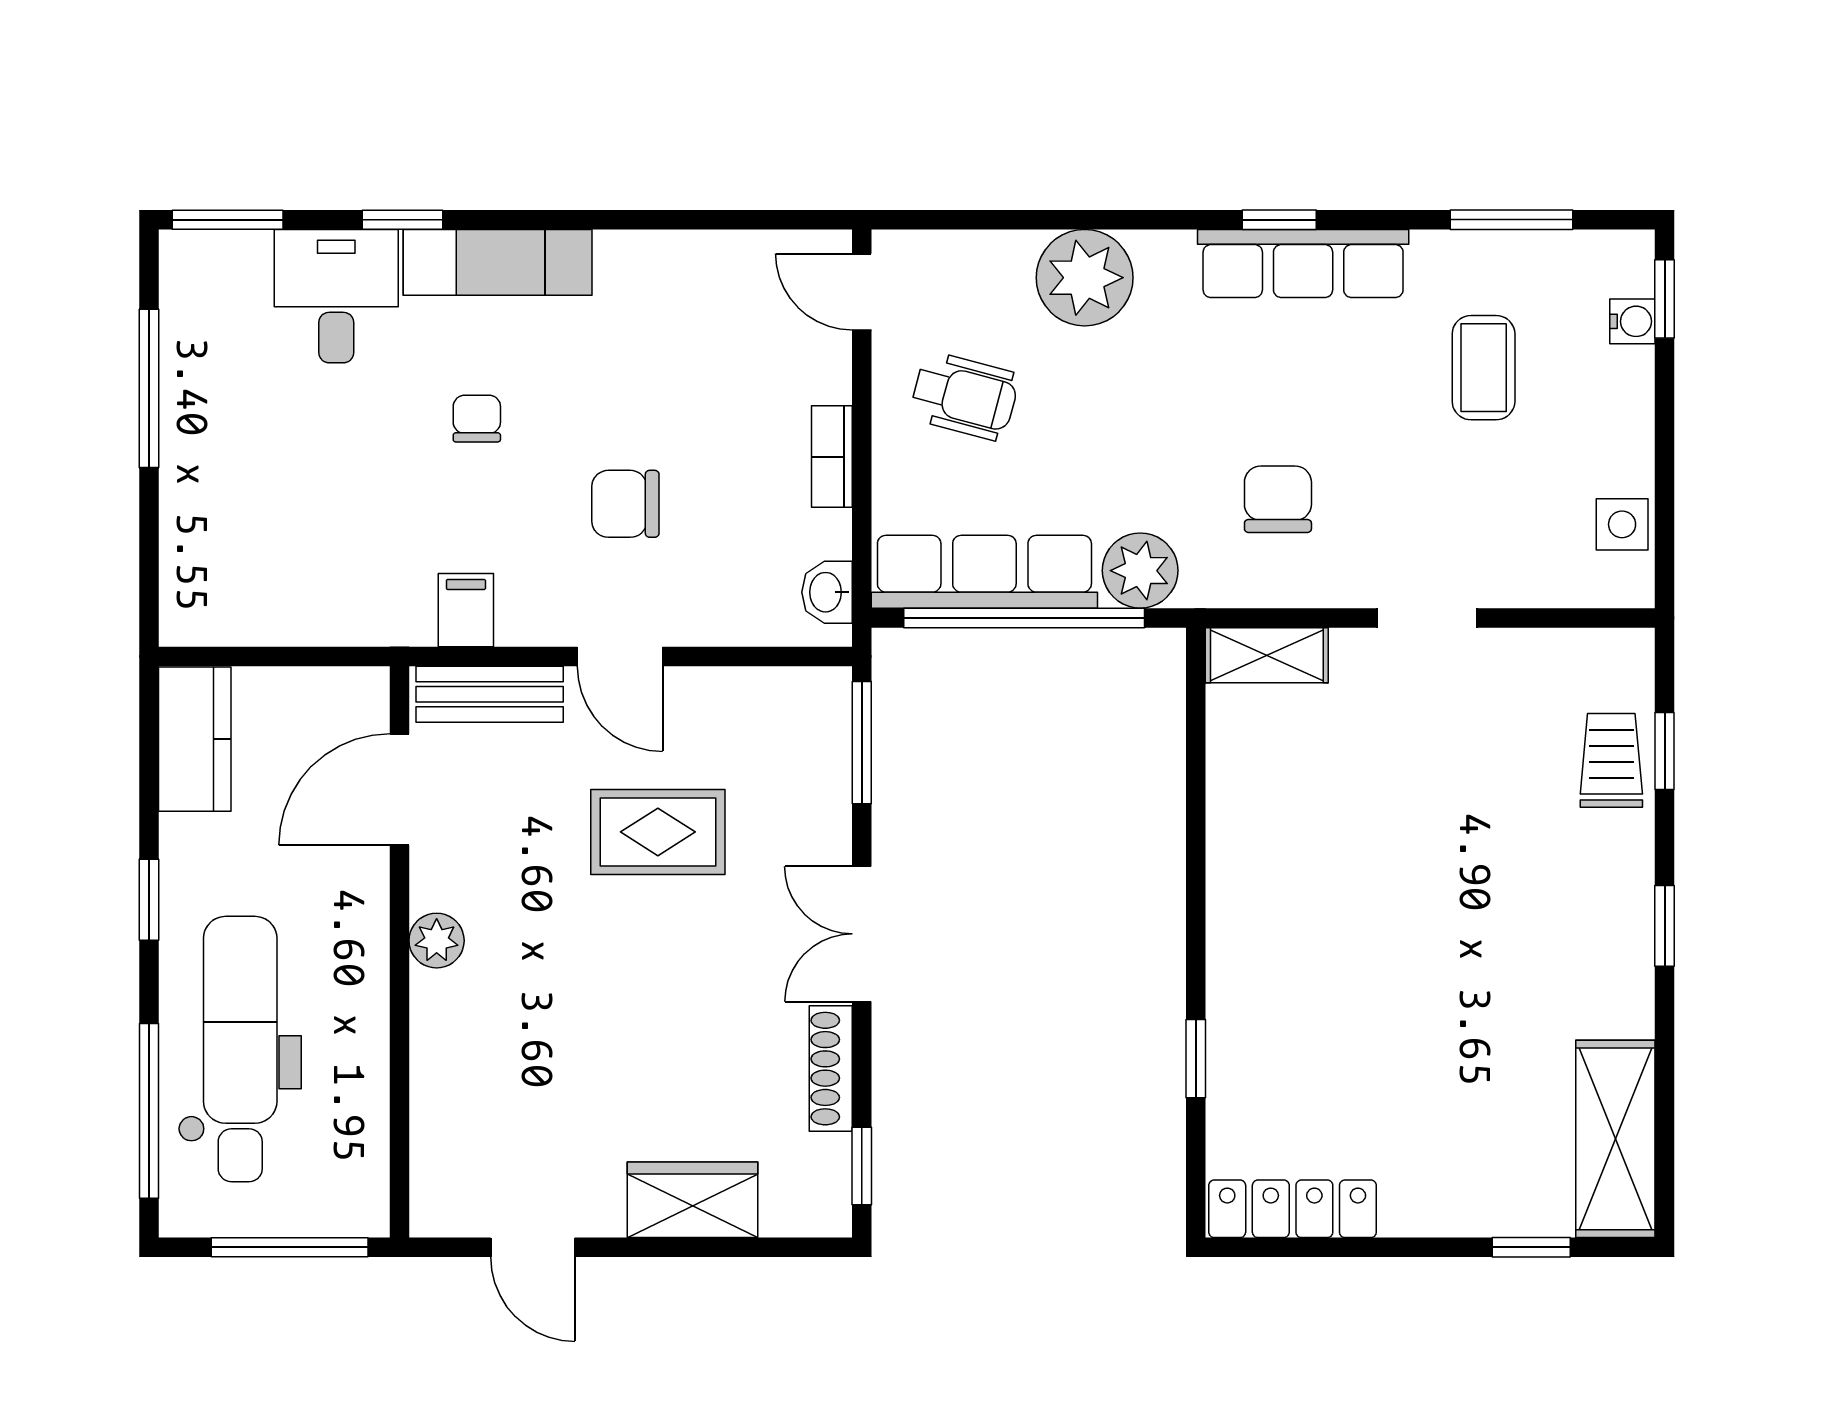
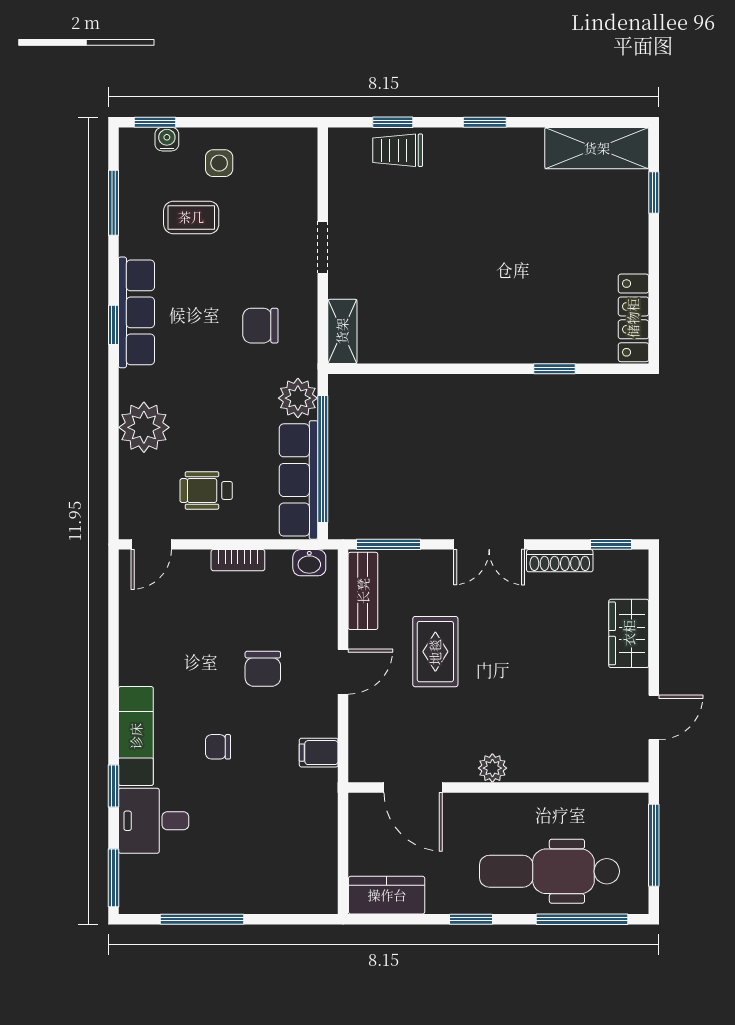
wheelchair: (964, 396) -> (206, 490), turned -105
side table: (1622, 524) -> (219, 163), moved
bench: (490, 694) -> (363, 591), moved

